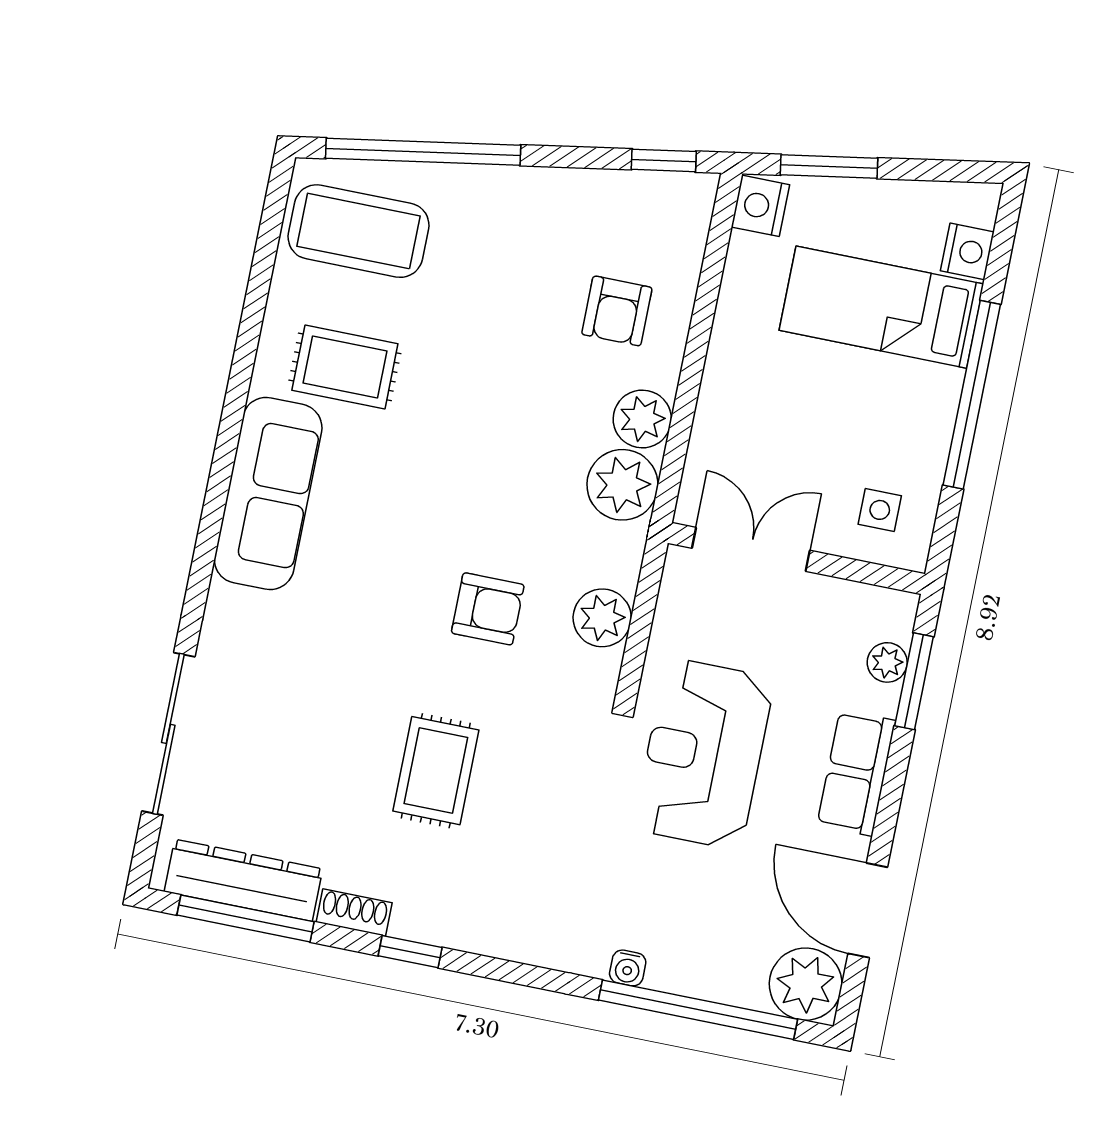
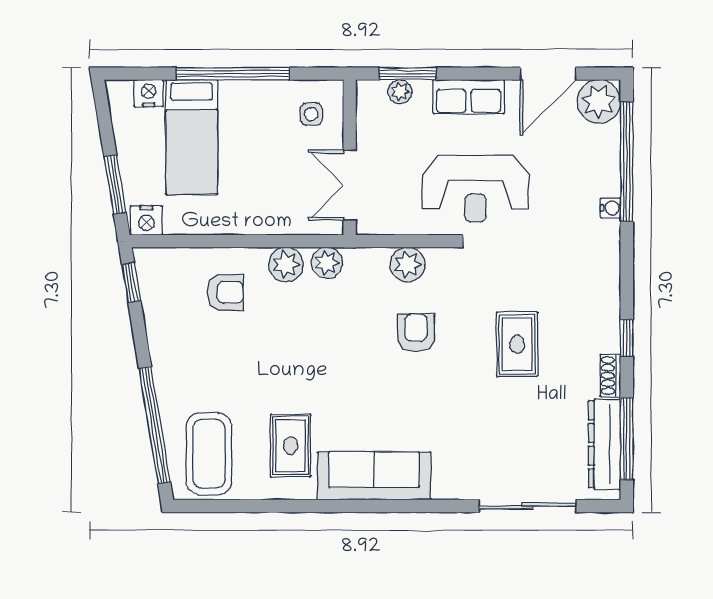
plant: (622, 485) -> (327, 263), width x0.73, depth x0.73
rug: (436, 771) -> (517, 344), turned 90

